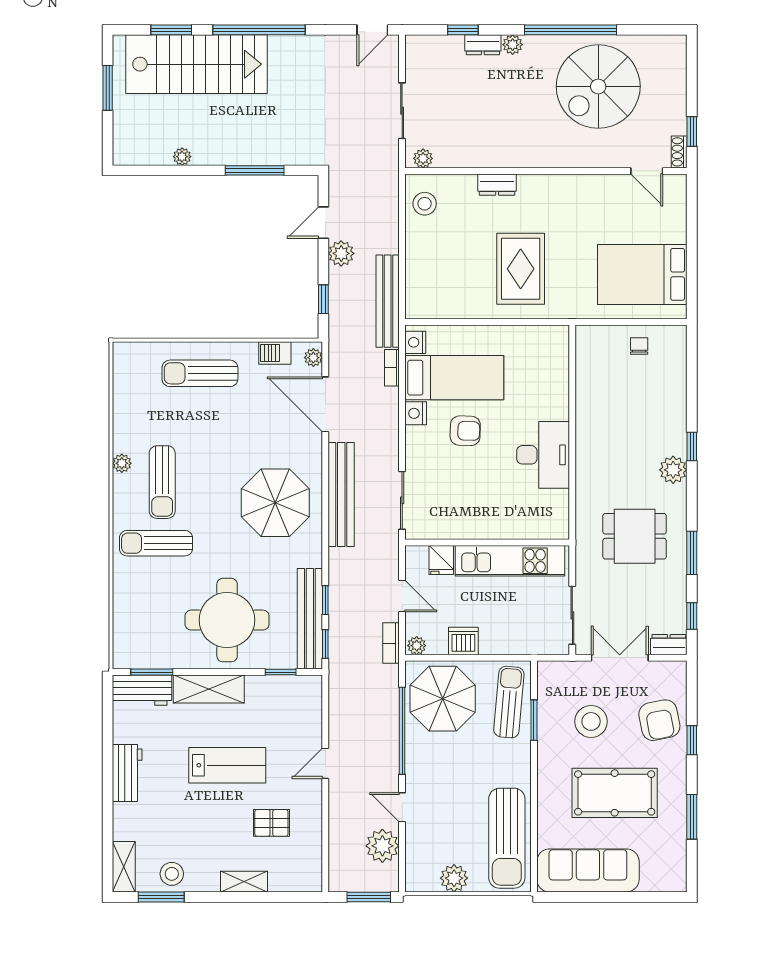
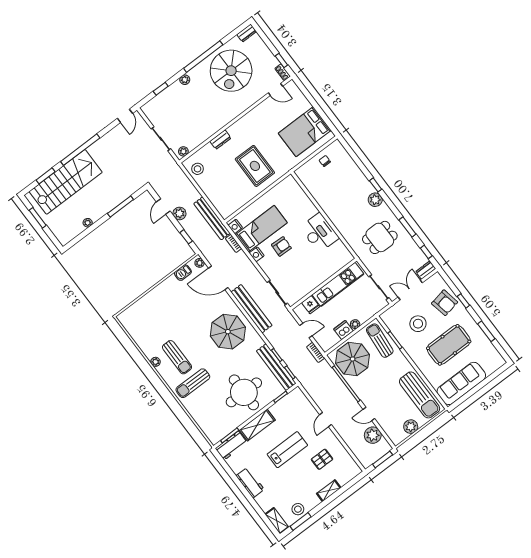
dresser: (483, 45) -> (247, 33), moved
sun lounger: (200, 373) -> (159, 303), removed
plant: (417, 646) -> (355, 324), moved

